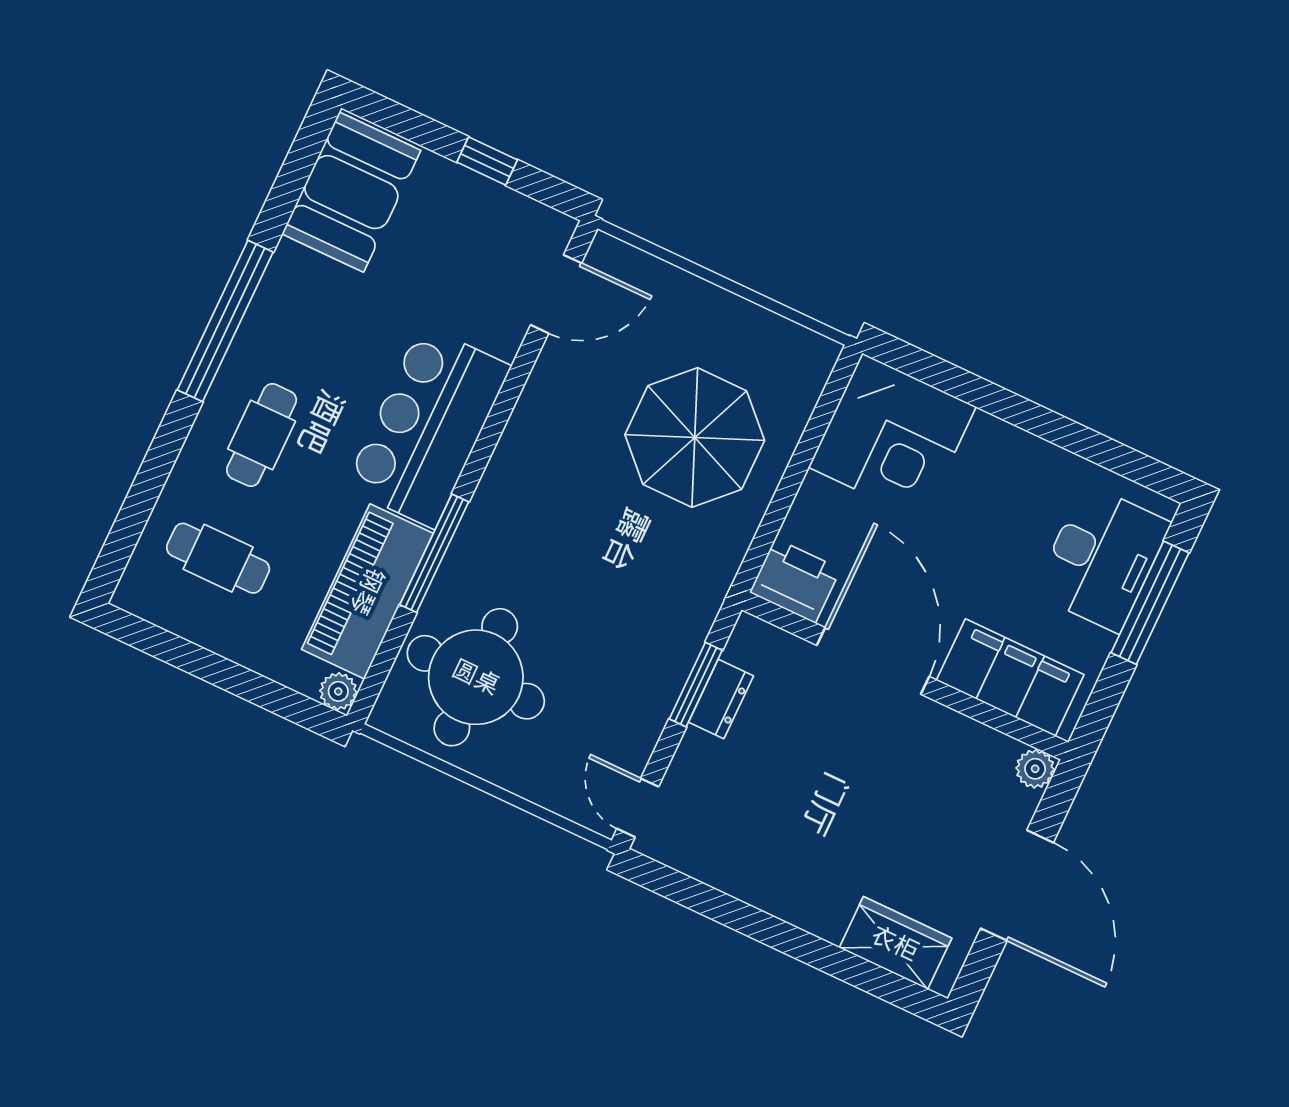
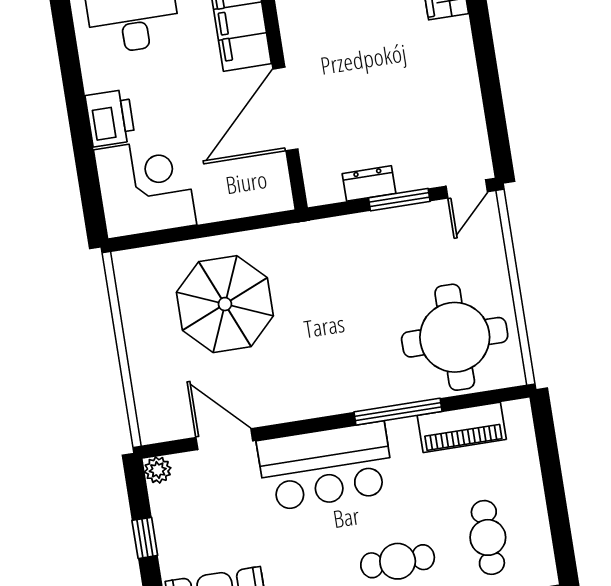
door: (556, 294) -> (224, 439), moved
printer: (795, 581) -> (110, 118), moved, turned 180
piano: (367, 591) -> (462, 427), width x0.73, depth x0.75
window: (696, 685) -> (399, 200), moved
plant: (338, 691) -> (158, 470), moved

